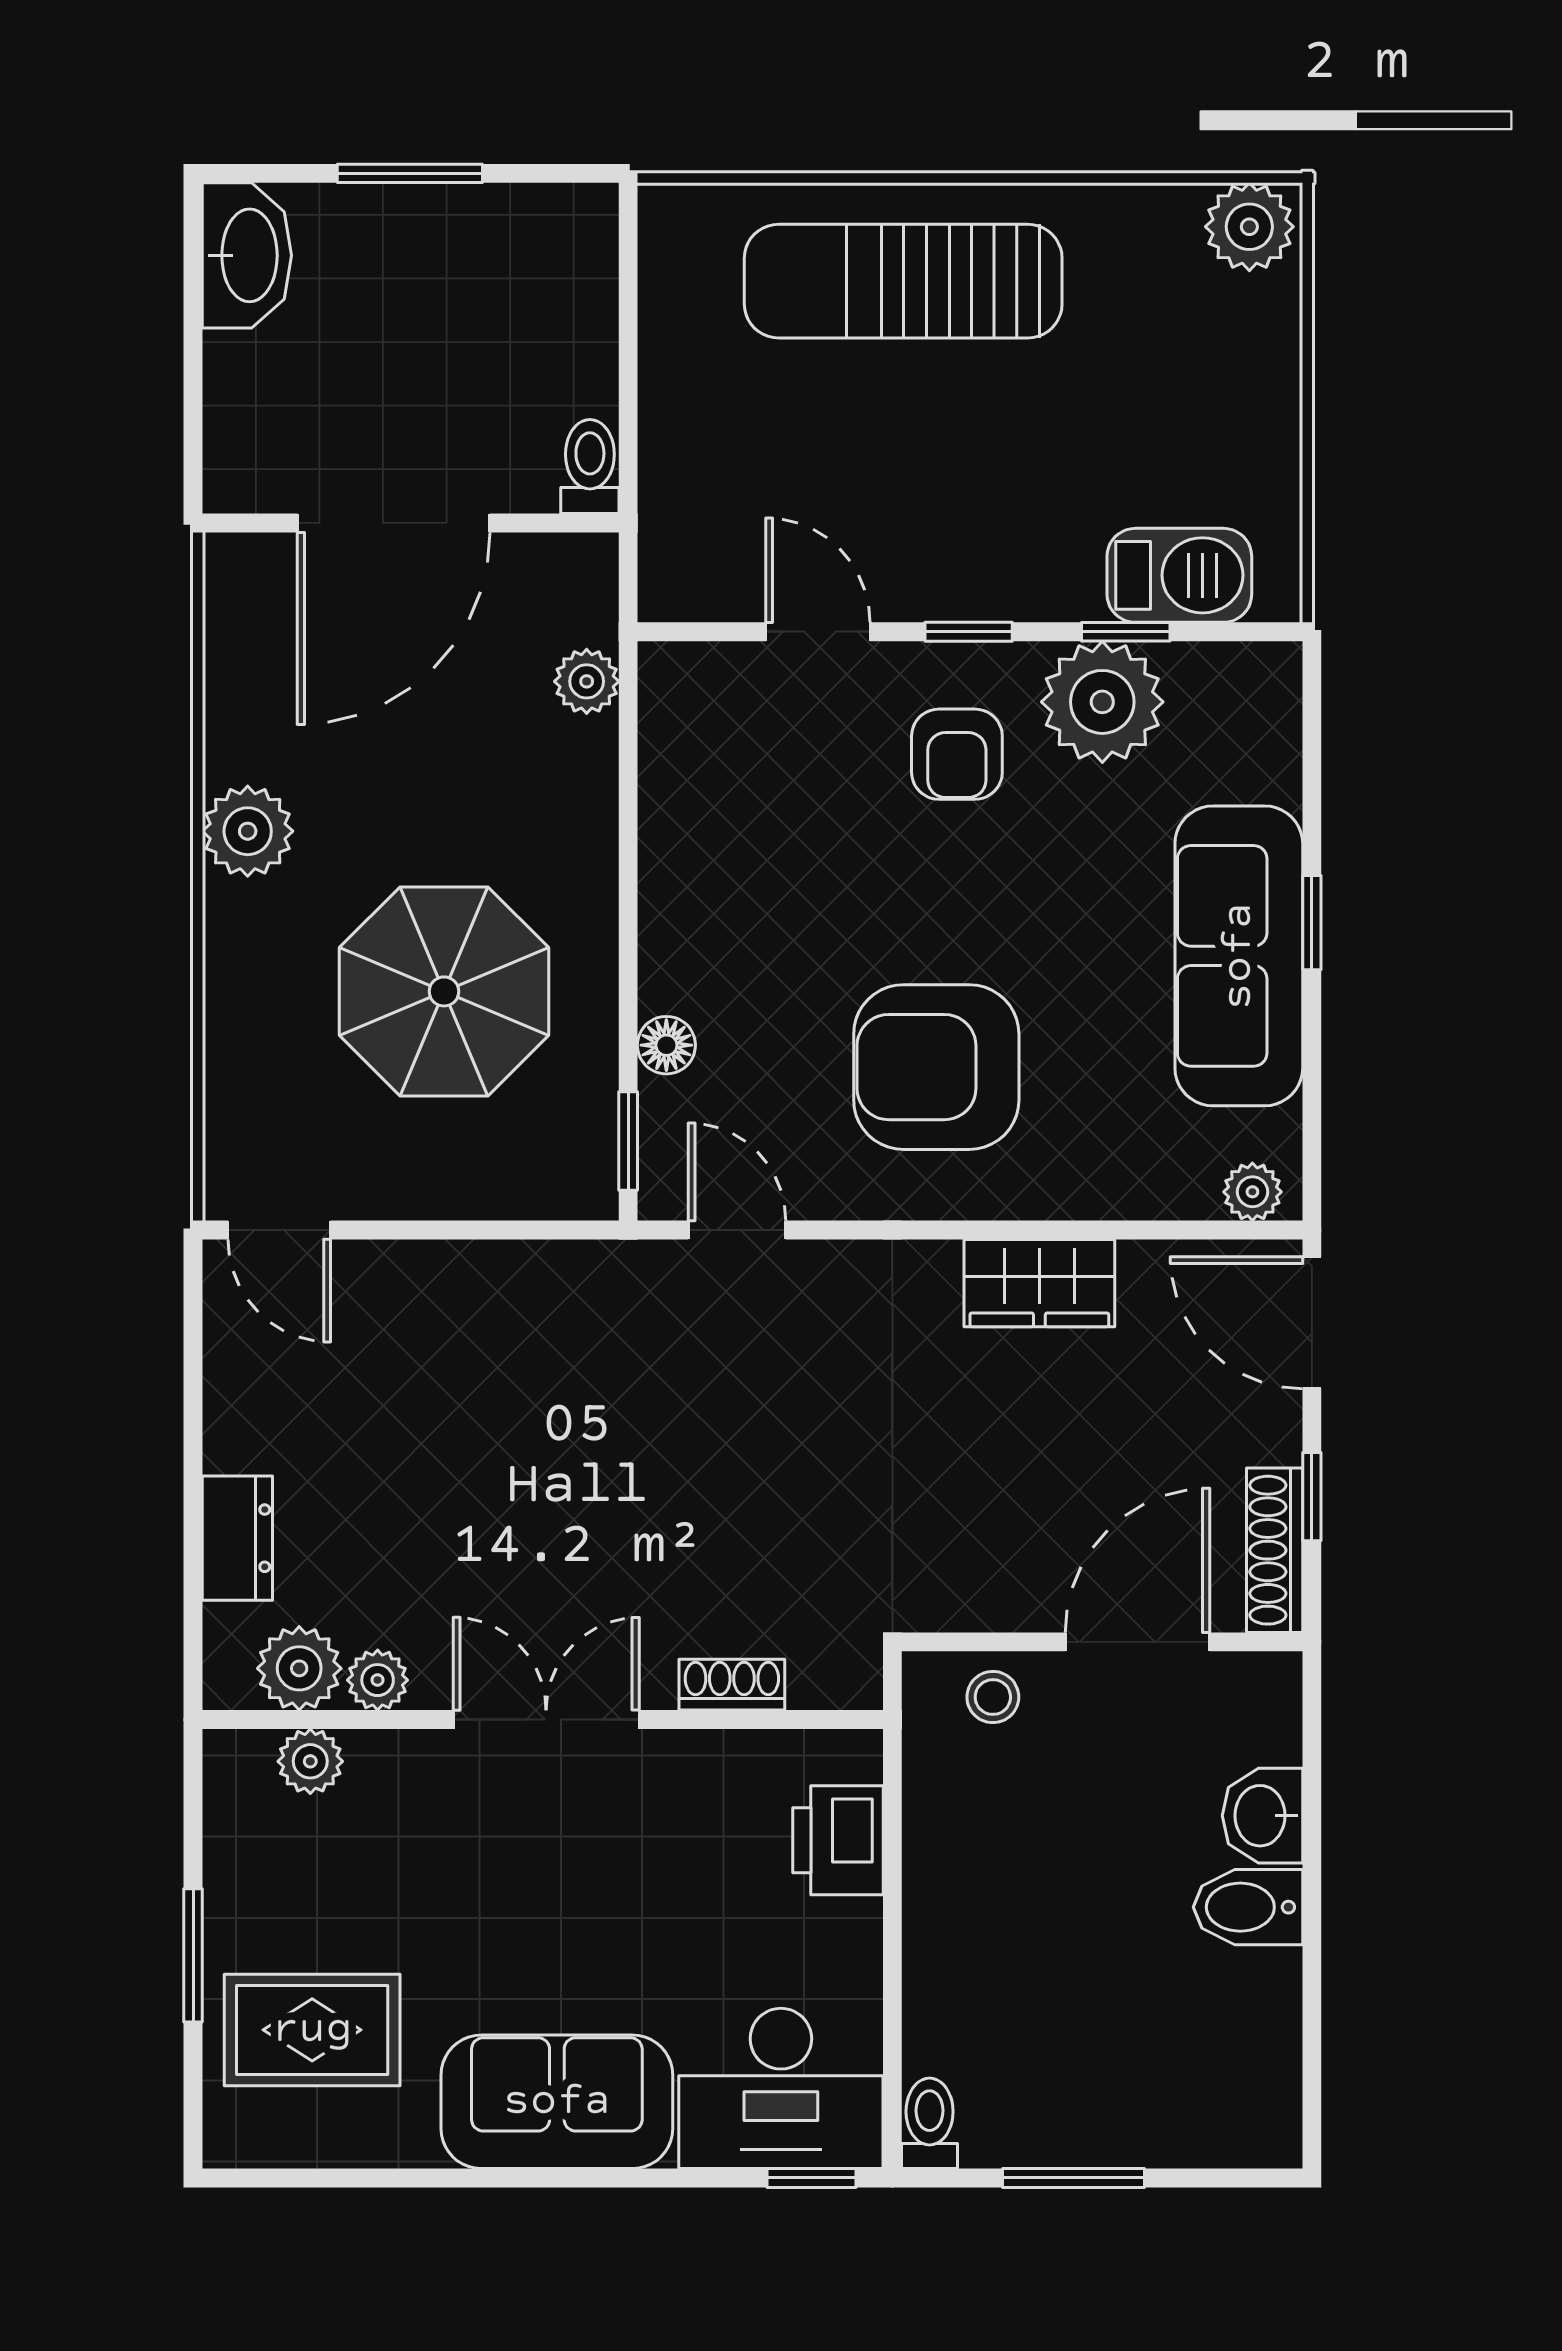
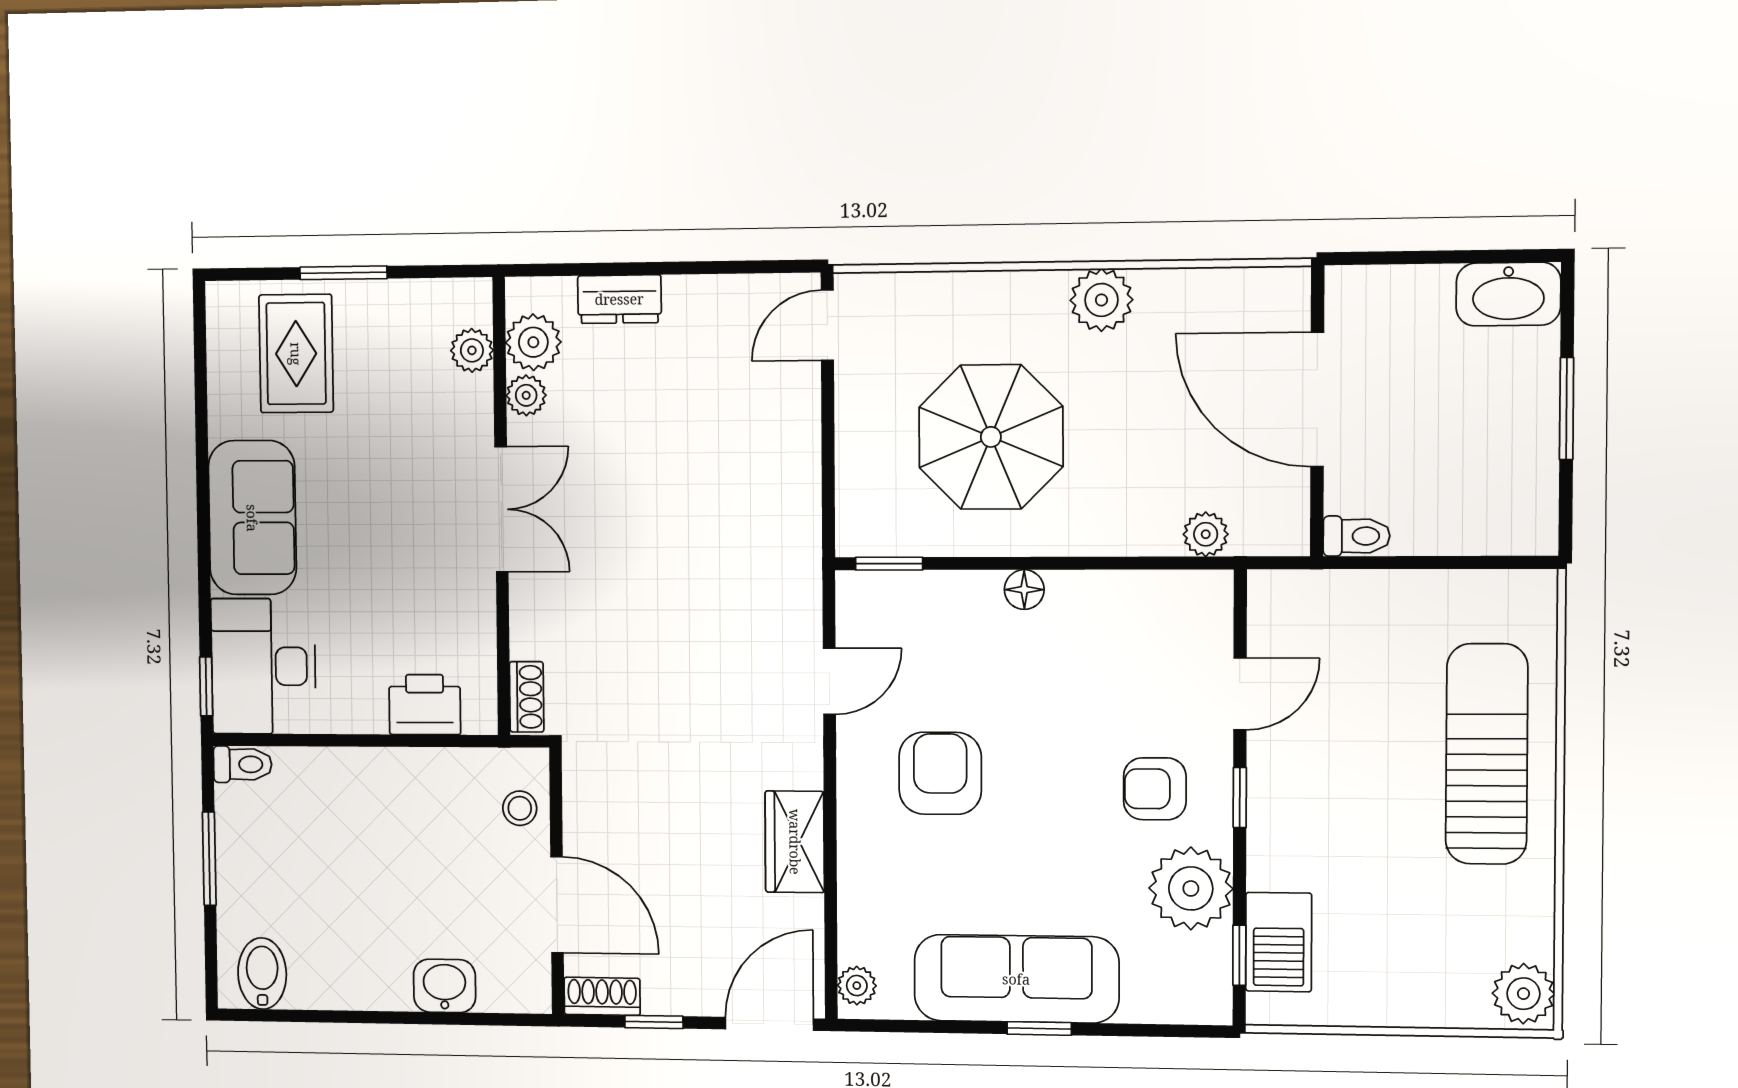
window: (1126, 632) -> (1239, 955), moved
floor lamp: (666, 1045) -> (1024, 590), moved
armchair: (936, 1067) -> (940, 773), width x0.73, depth x0.73
door: (737, 1230) -> (829, 681), moved
shoe rack: (1275, 1550) -> (602, 996), width x0.70
shoe rack: (732, 1685) -> (527, 697), moved
bidet: (1248, 1907) -> (262, 974), moved

